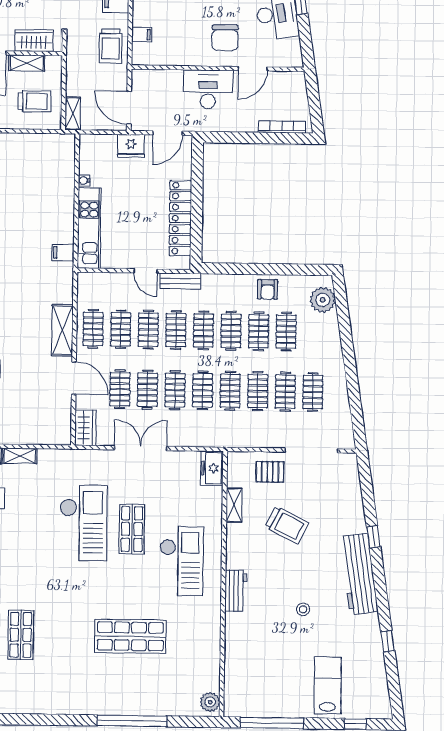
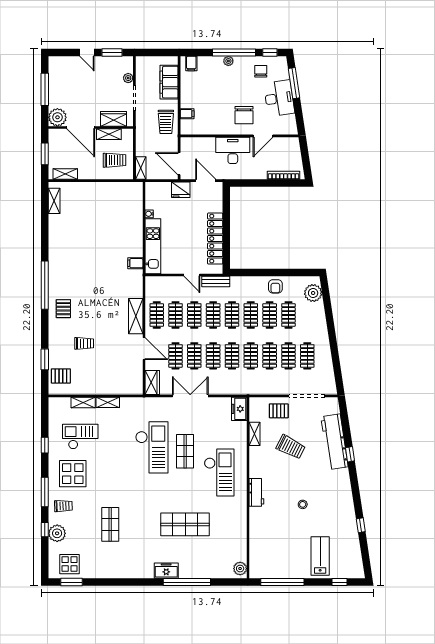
door: (168, 133) -> (206, 181), swing flipped
workbench: (359, 574) -> (335, 442), moved
freezer: (102, 704) -> (166, 571), added

